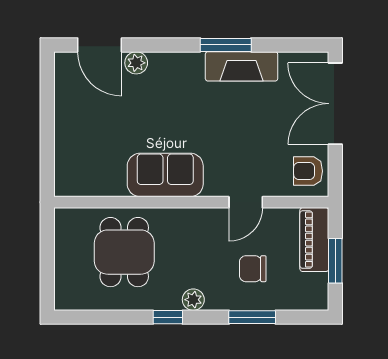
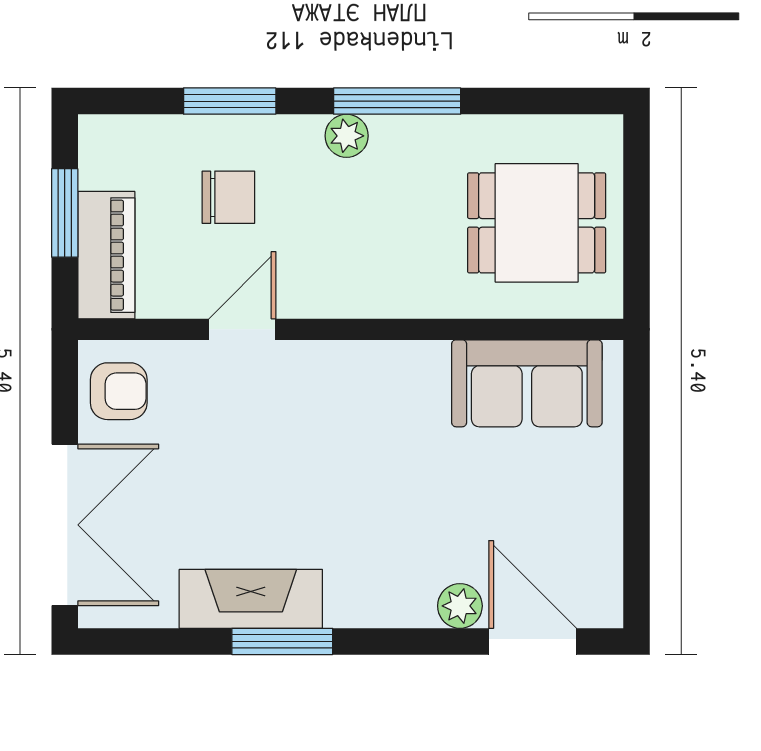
sofa: (165, 175) -> (527, 383), moved
dining table: (124, 252) -> (537, 223), moved, turned 90
window: (168, 317) -> (397, 101), width x2.17

